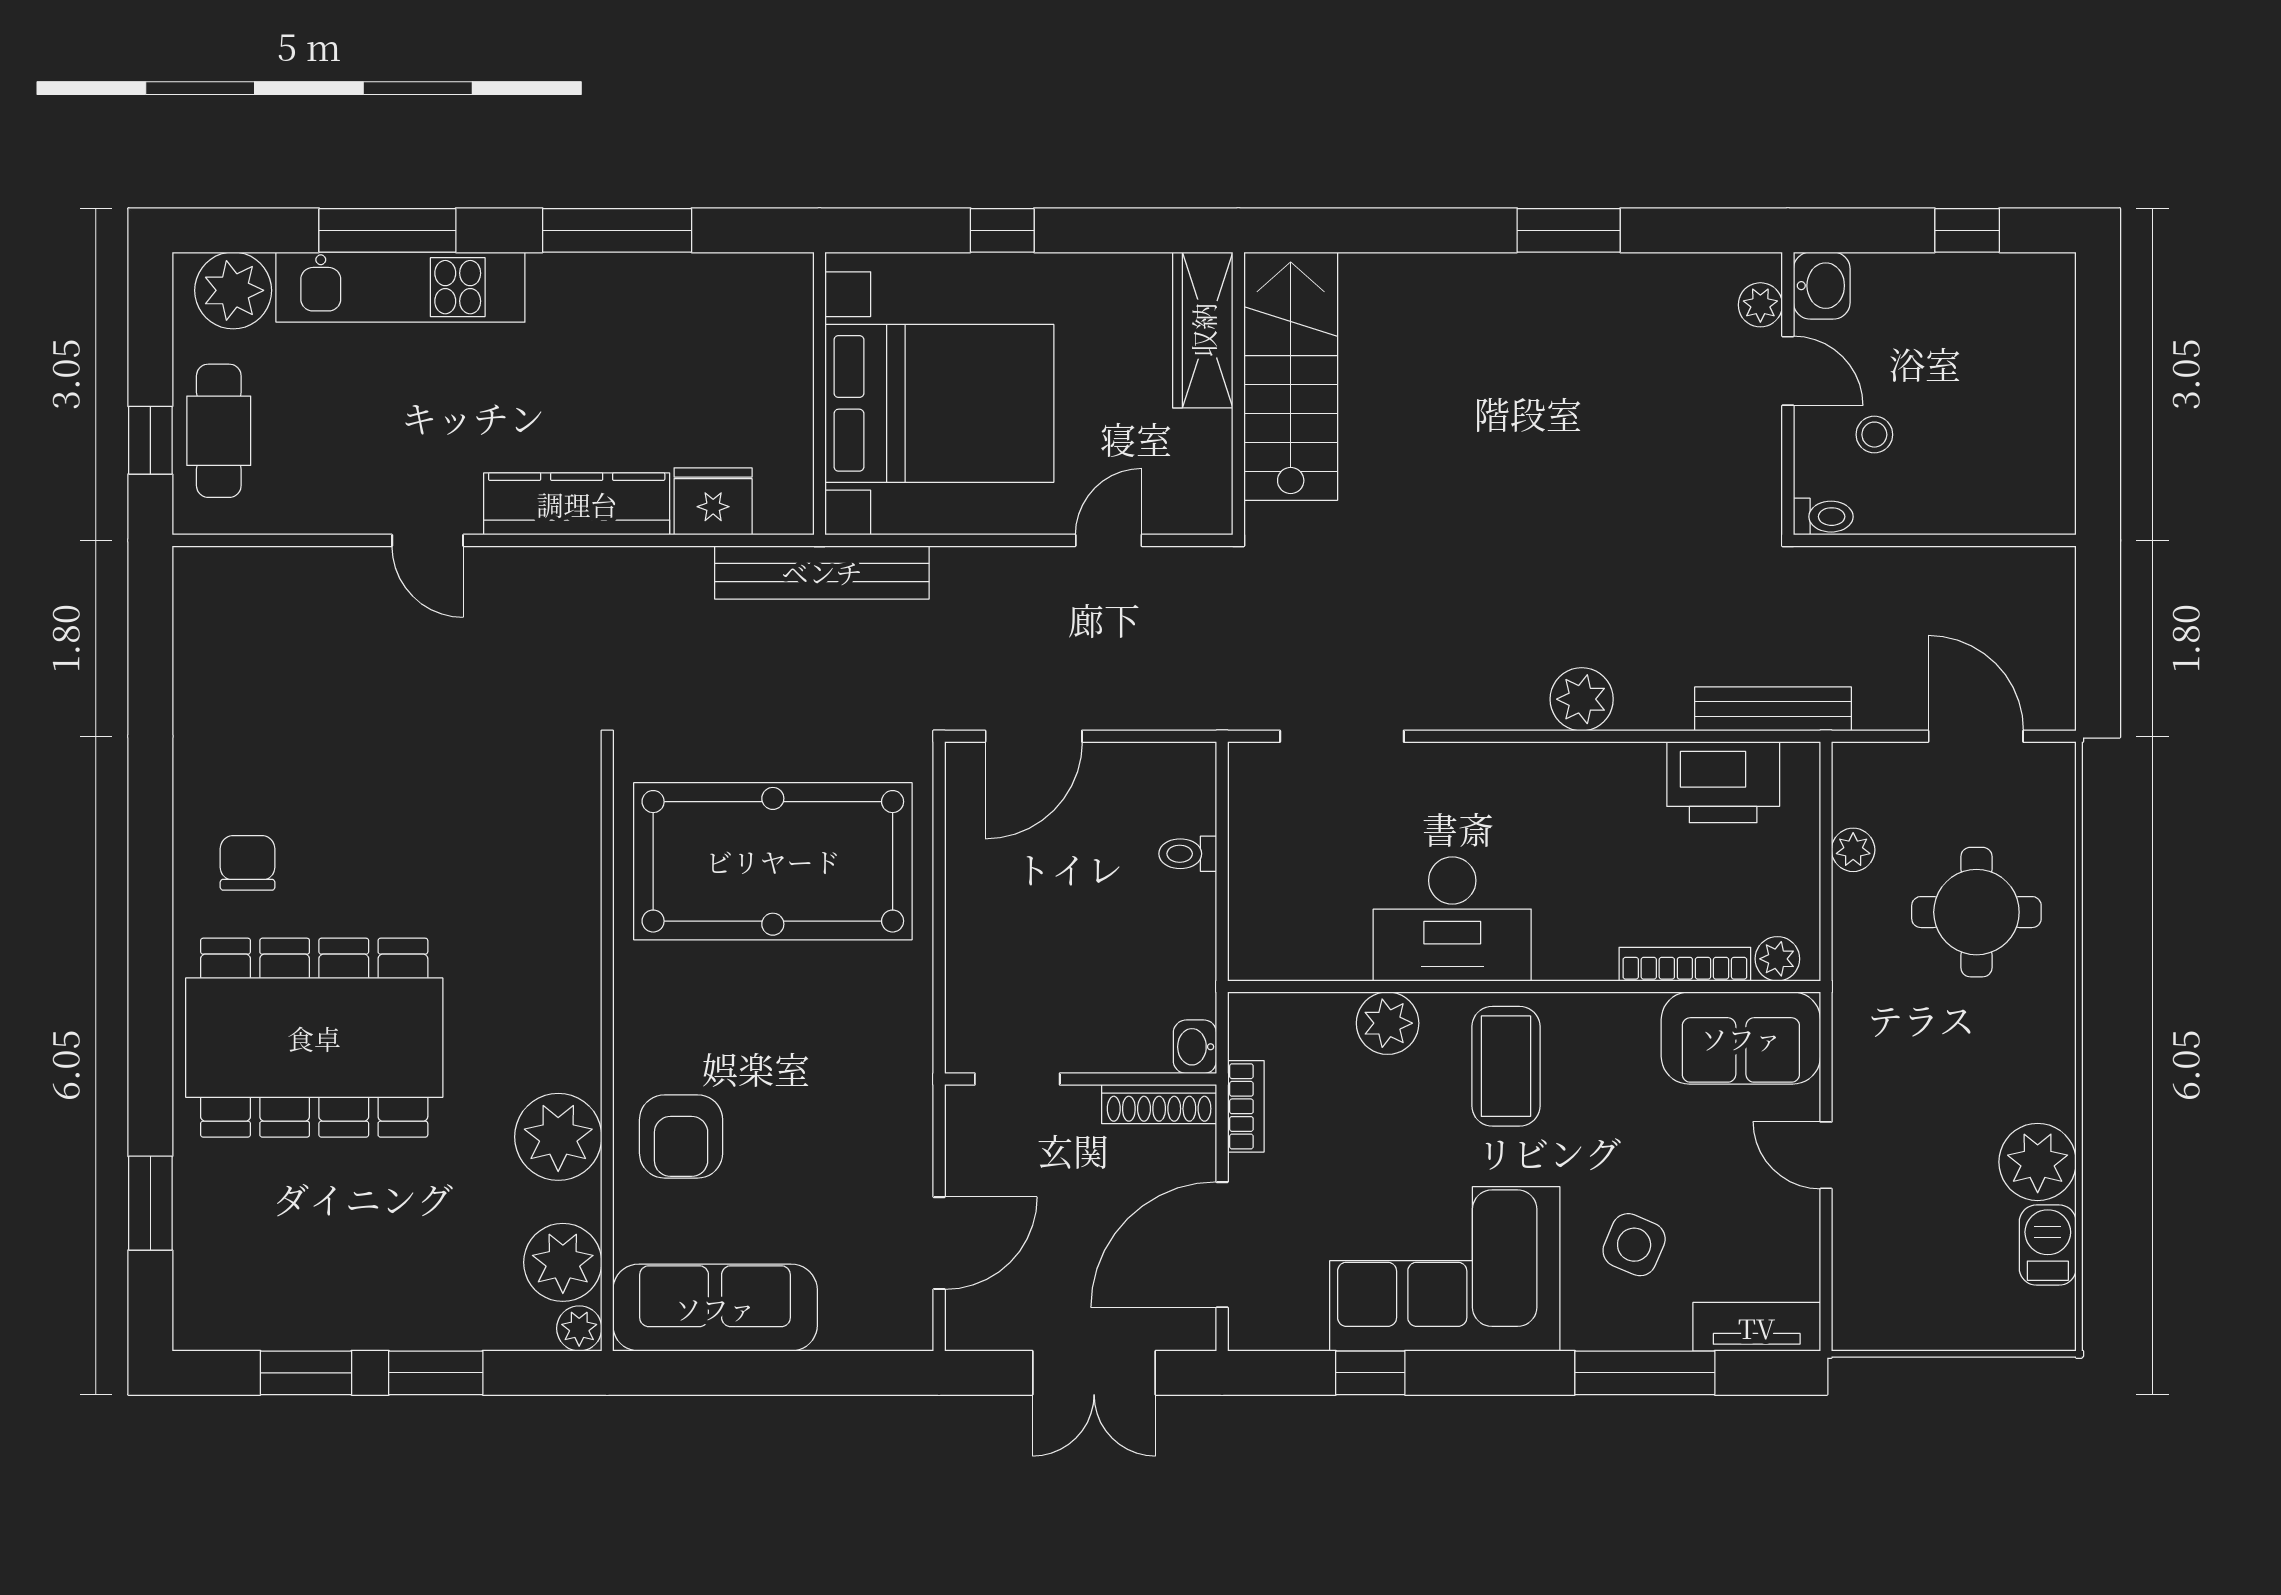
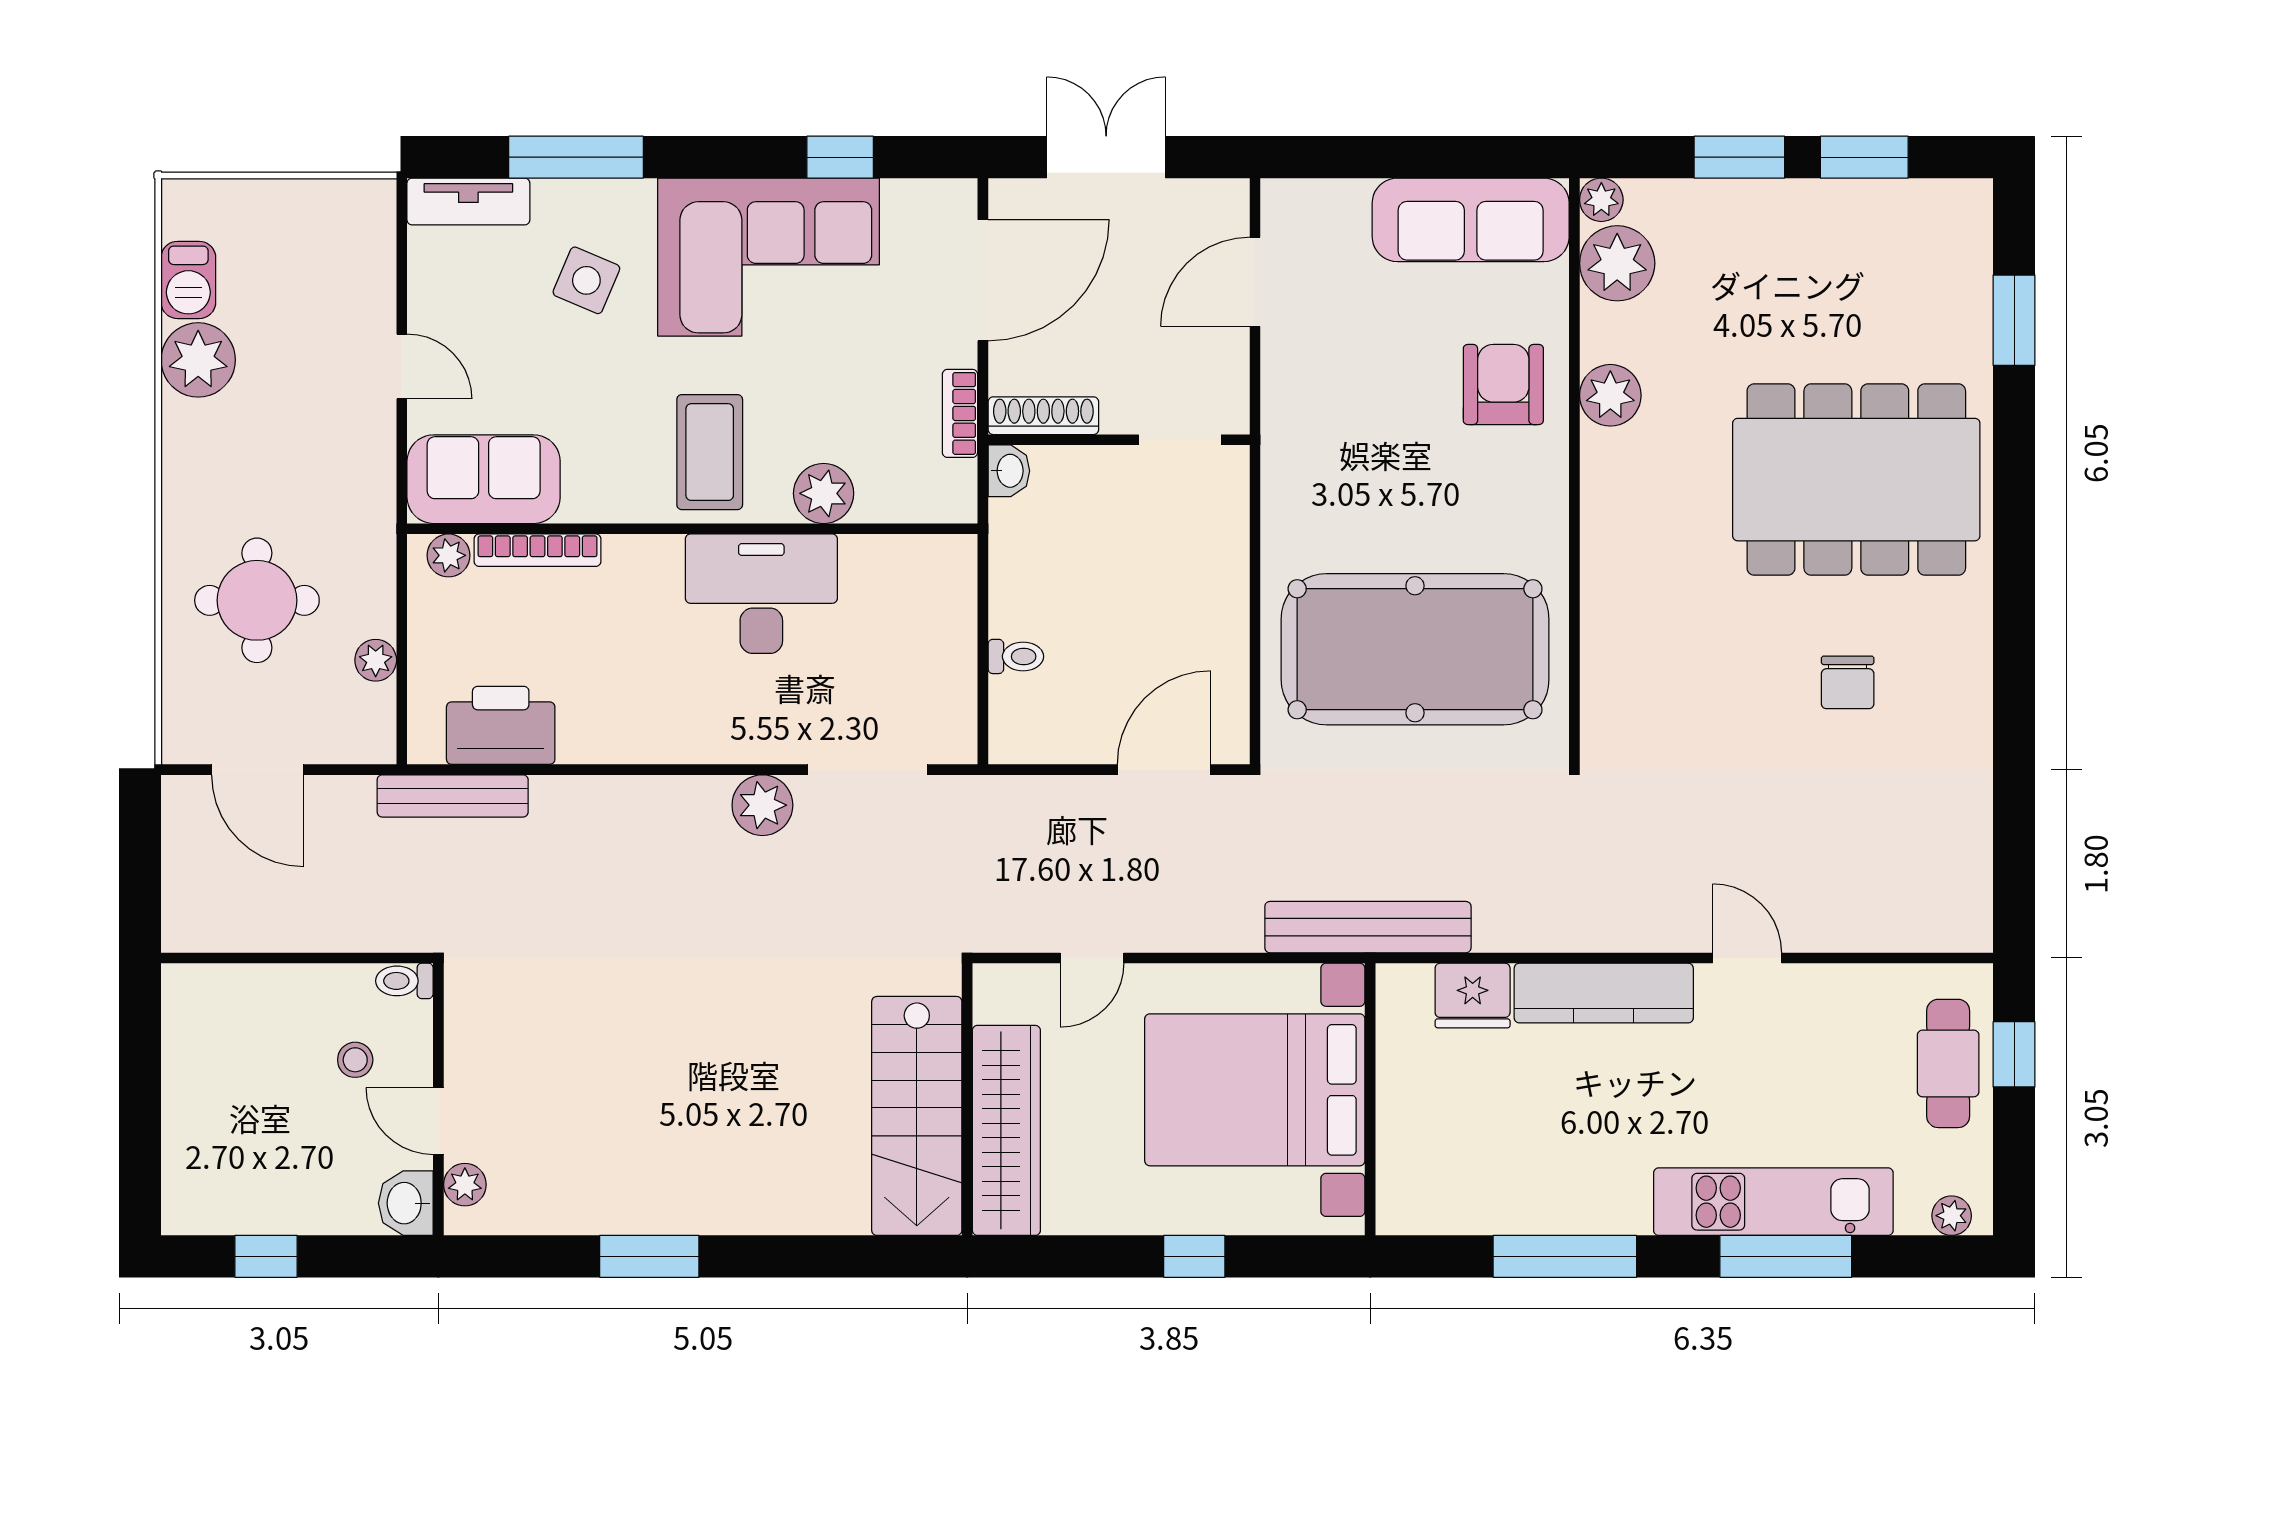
plant: (233, 290) -> (1952, 1216), width x0.53, depth x0.53
wardrobe: (1203, 330) -> (1006, 1130), width x1.40, depth x1.17
plant: (1582, 699) -> (762, 805), moved
chair: (248, 863) -> (1848, 682), moved
plant: (558, 1137) -> (1610, 395), width x0.73, depth x0.73

